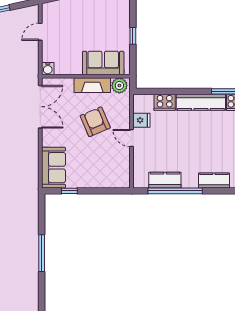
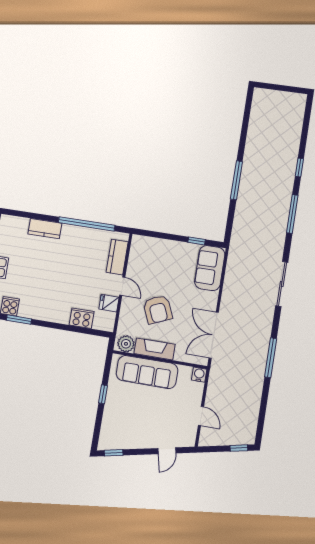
door: (40, 32) -> (201, 416), hinge flipped
sofa: (103, 63) -> (147, 372), width x1.36
kitchen counter: (201, 102) -> (44, 312), removed
kitchen counter: (165, 180) -> (117, 257), moved, turned 90

